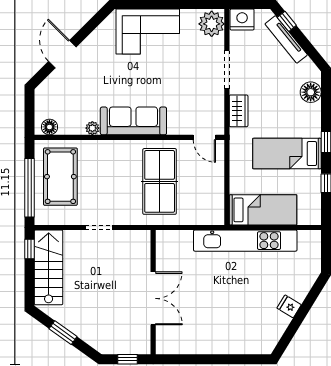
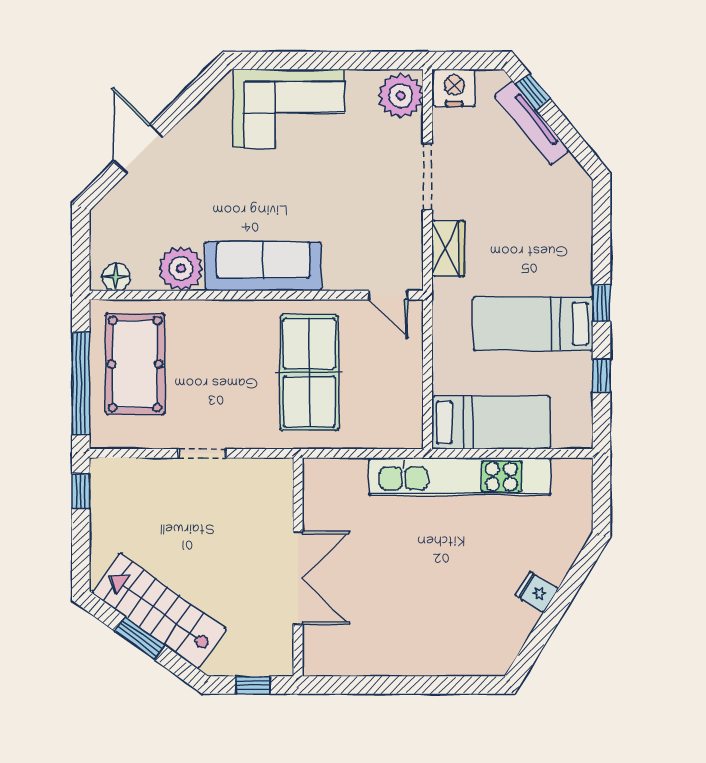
floor lamp: (311, 92) -> (575, 216), removed
plant: (92, 128) -> (181, 269), width x1.87, depth x1.87
stairs: (49, 267) -> (159, 611), moved, turned -54

